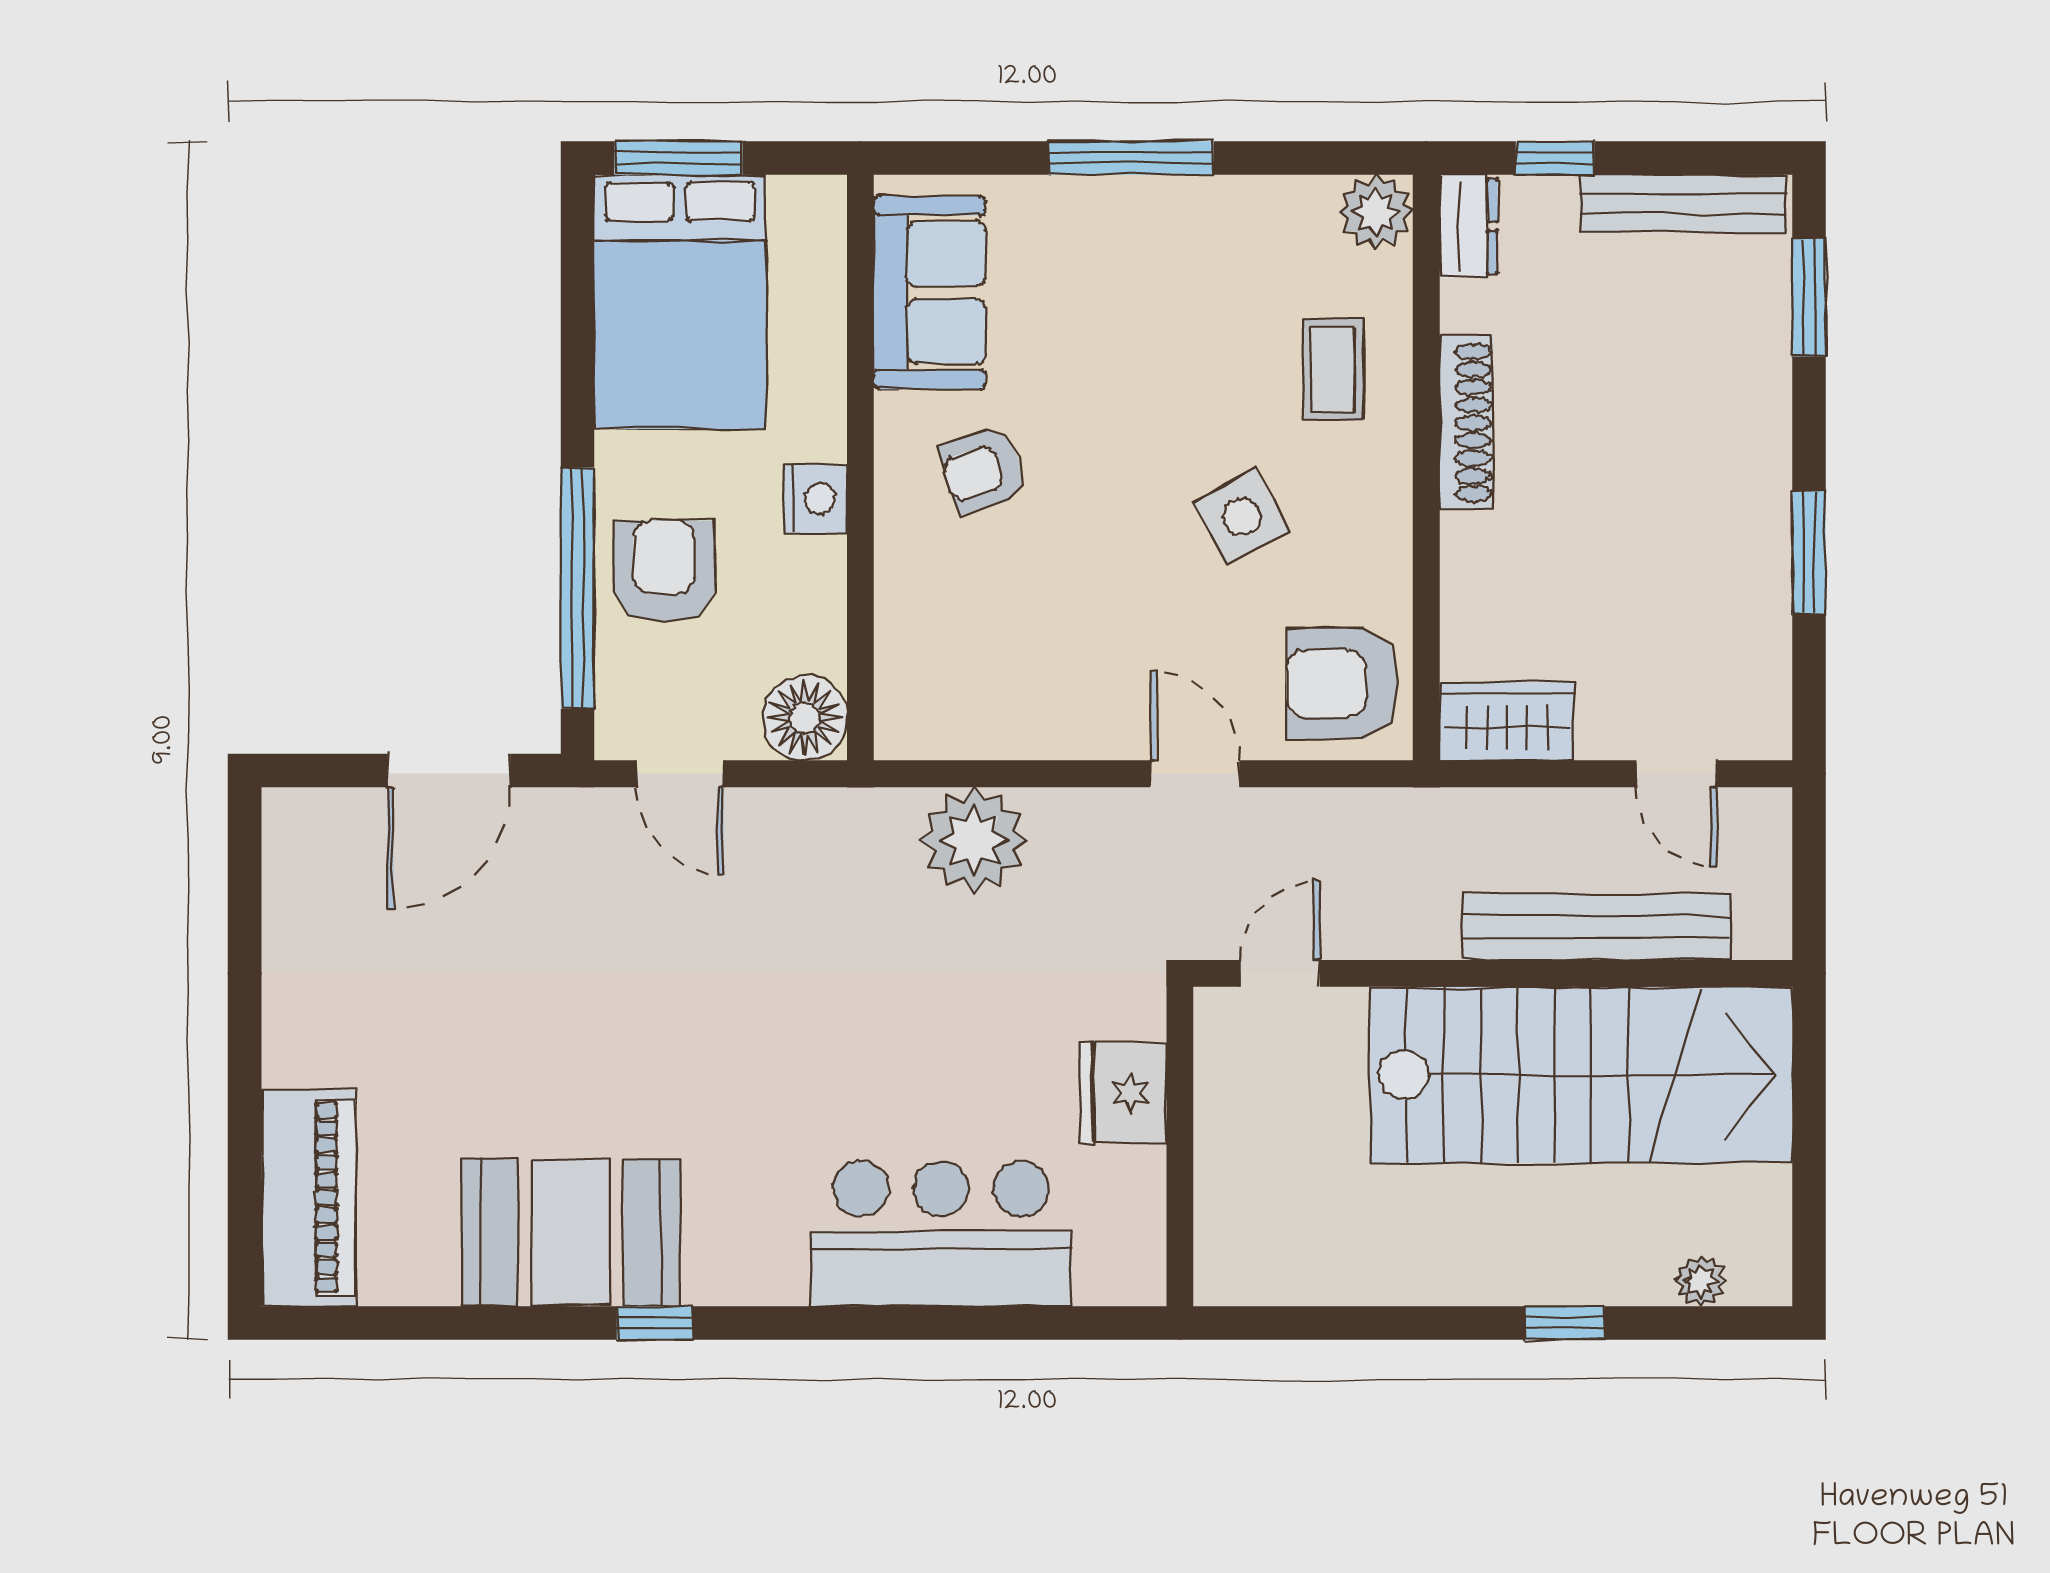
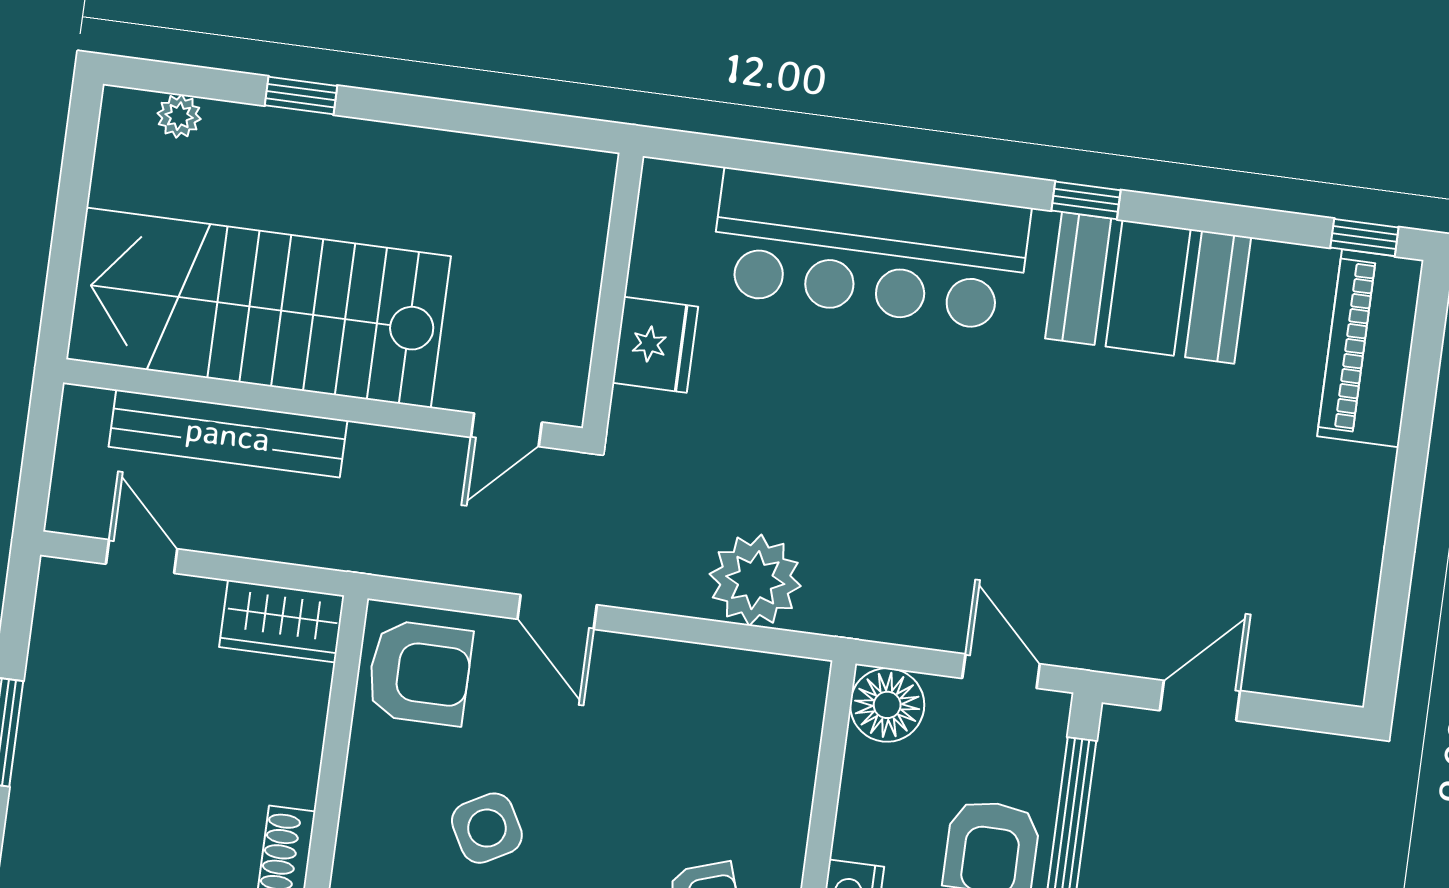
door: (449, 770) -> (1200, 701), width x0.73
bar counter: (941, 1234) -> (870, 250), width x1.36
window: (332, 1323) -> (1364, 237), added

